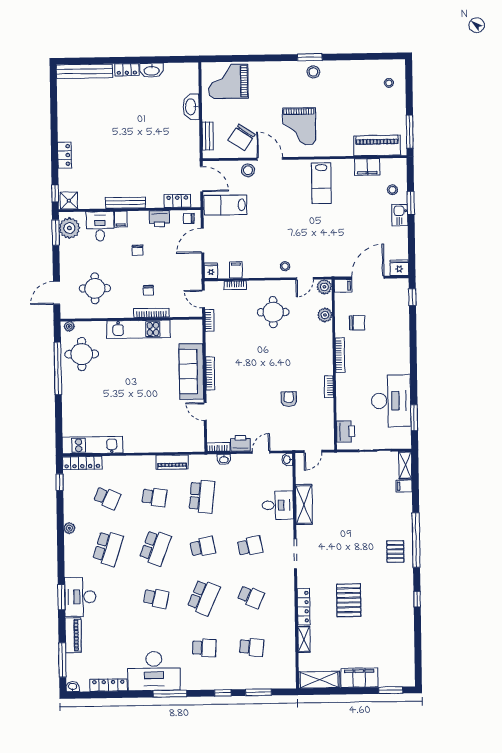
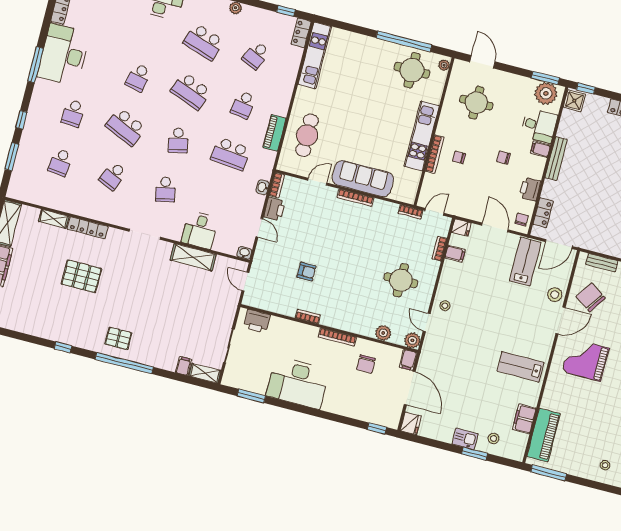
desk: (391, 401) -> (298, 383), moved
cafe table: (166, 432) -> (307, 135), added
locker: (82, 463) -> (301, 33), width x0.66

